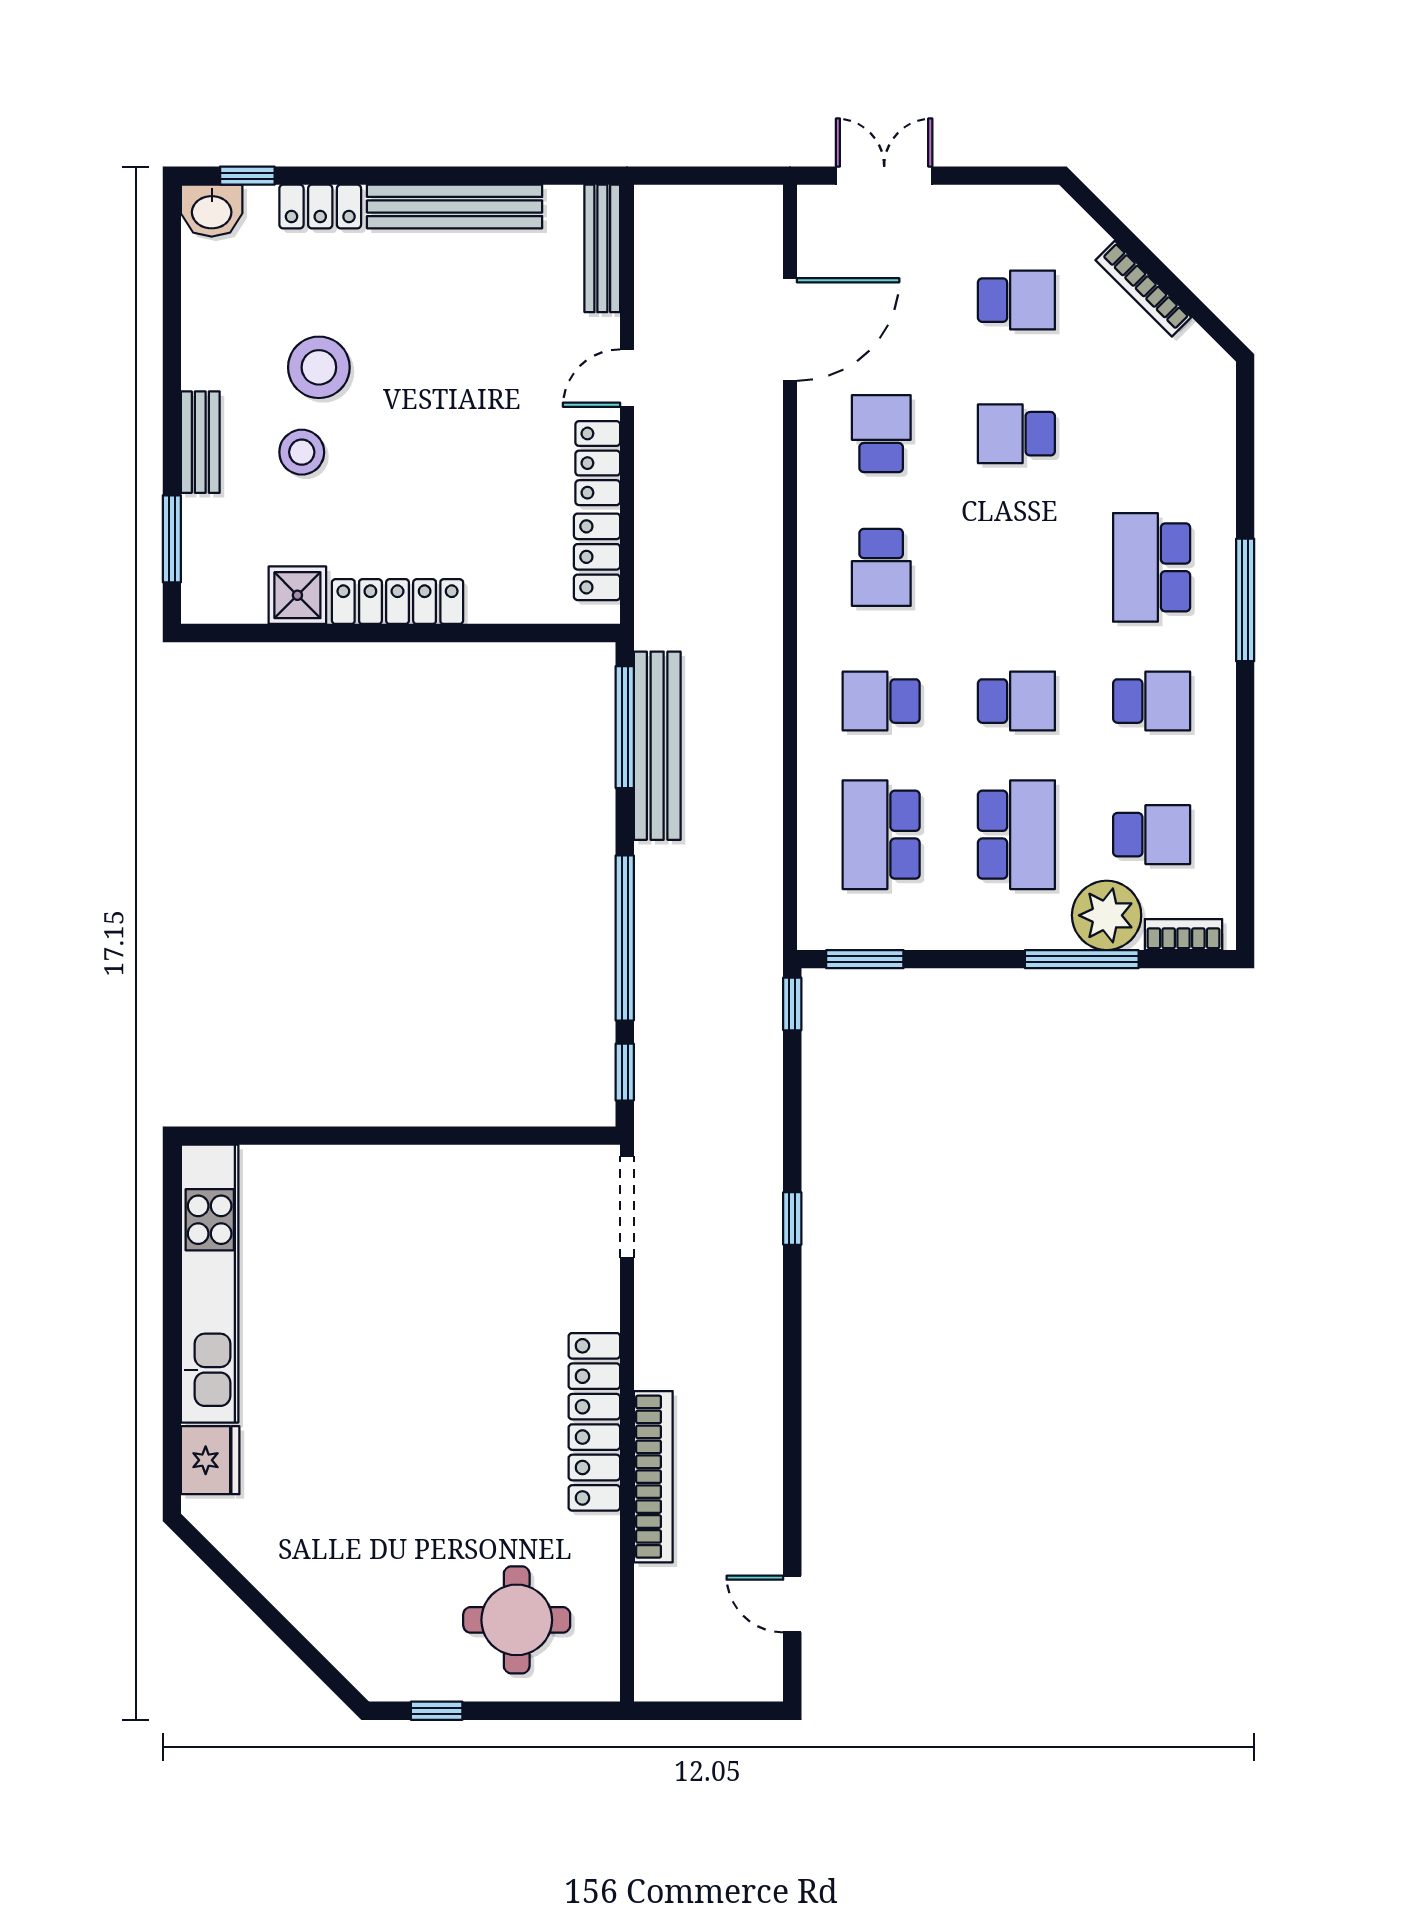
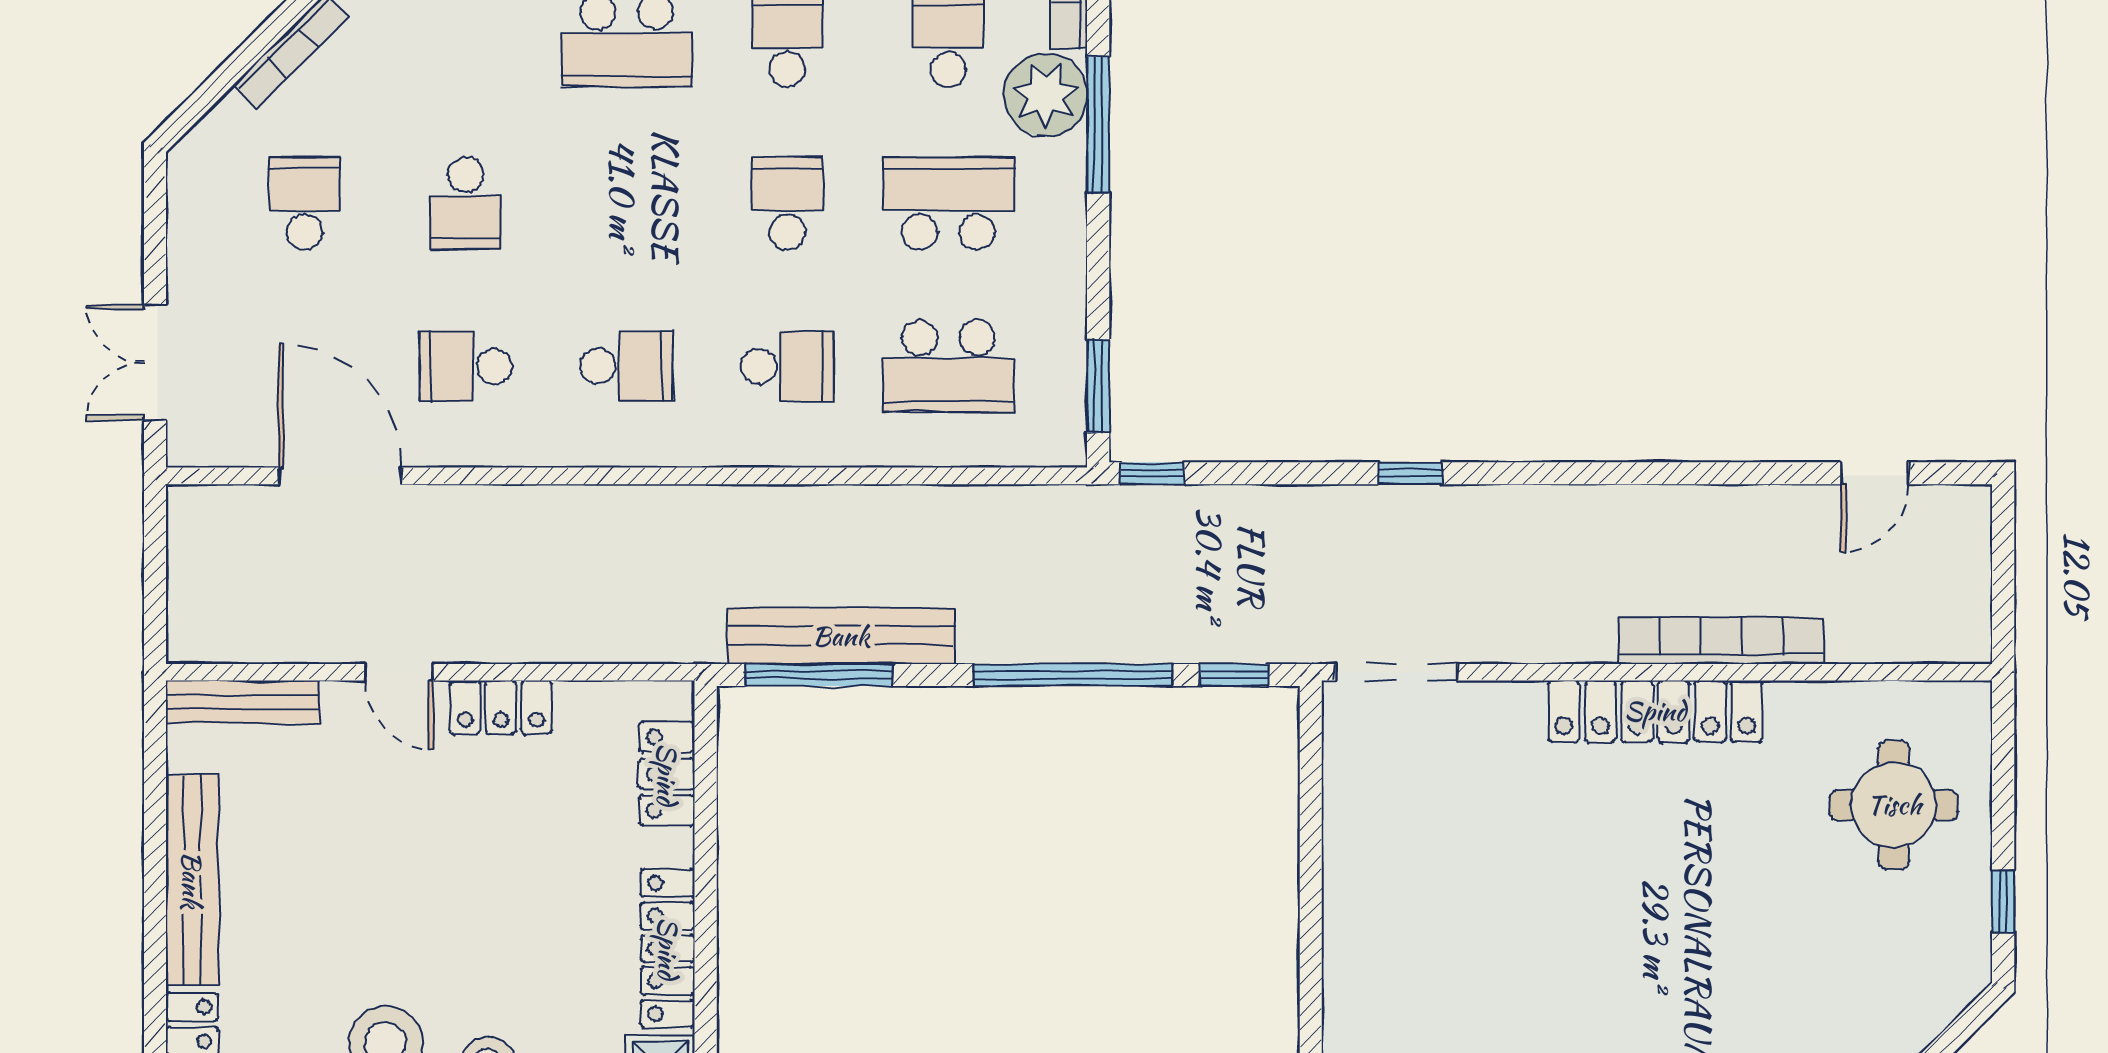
locker: (597, 557) -> (667, 774), moved, turned 90
school desk: (881, 701) -> (787, 366), turned -90

